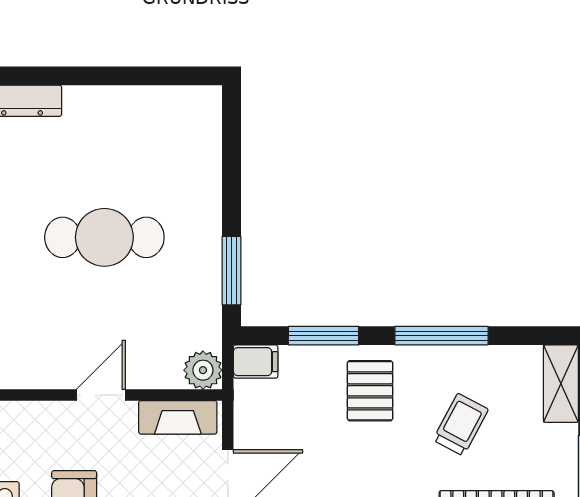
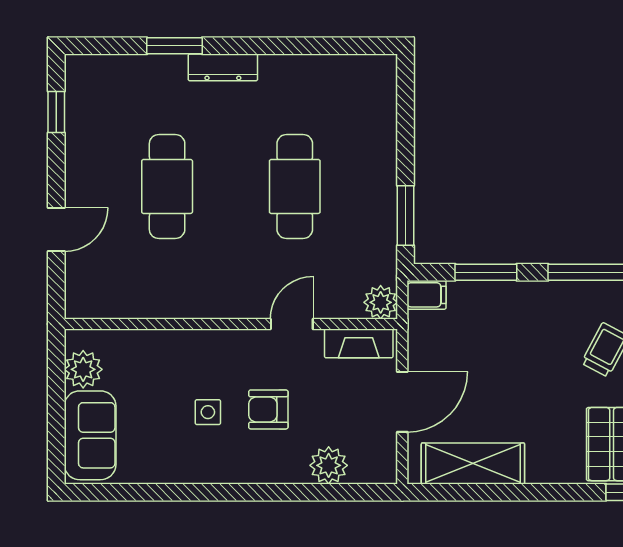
cafe table: (104, 237) -> (295, 186), turned 90
pallet: (370, 391) -> (526, 320), removed

